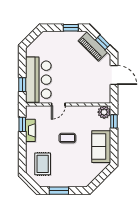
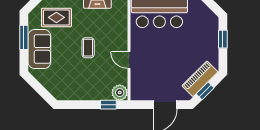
window: (71, 28) -> (223, 39), moved
door: (58, 105) -> (129, 60), moved
sofa: (101, 147) -> (39, 49), moved, turned 90

